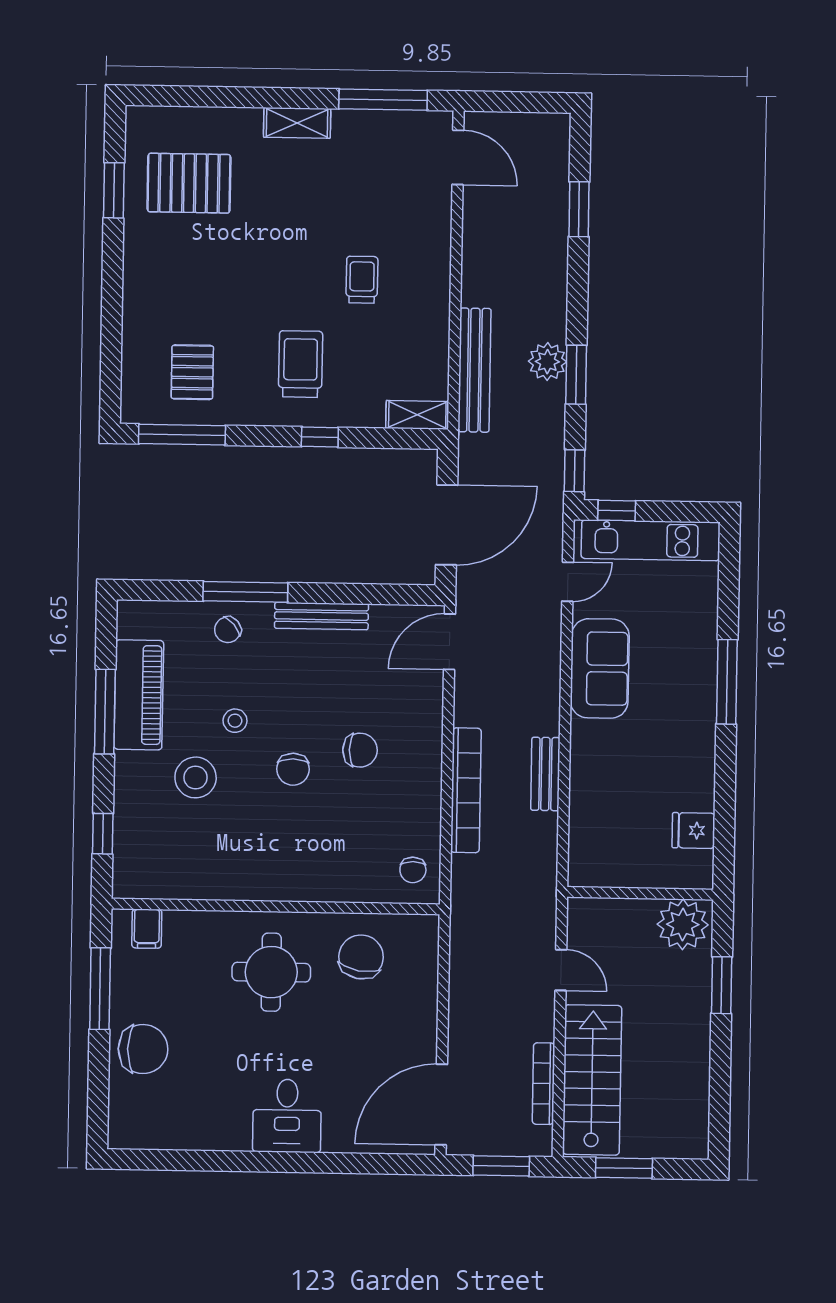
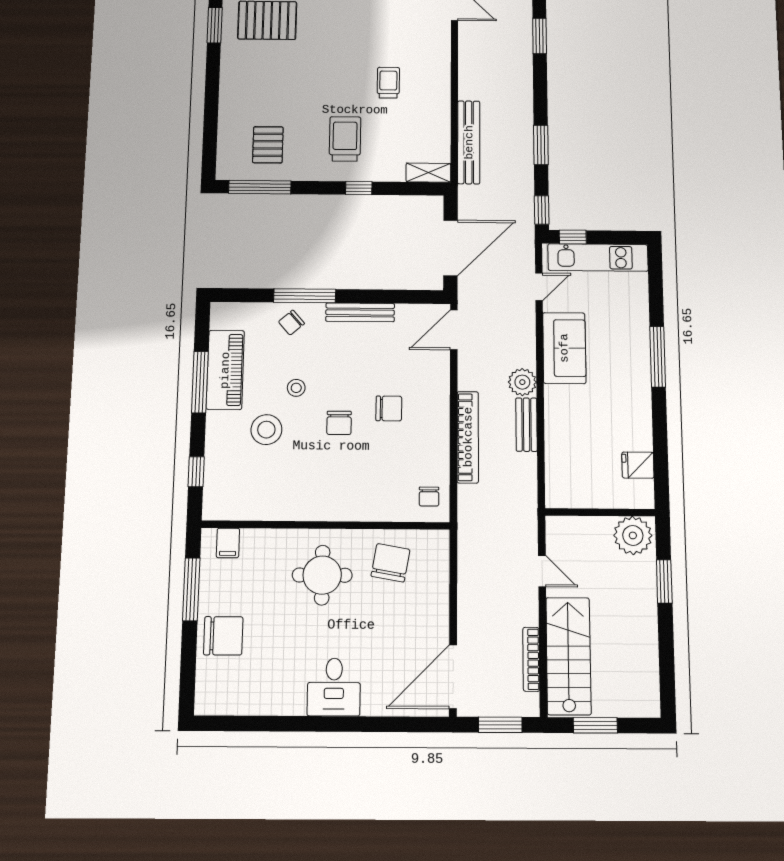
plant: (547, 362) -> (522, 382), moved

